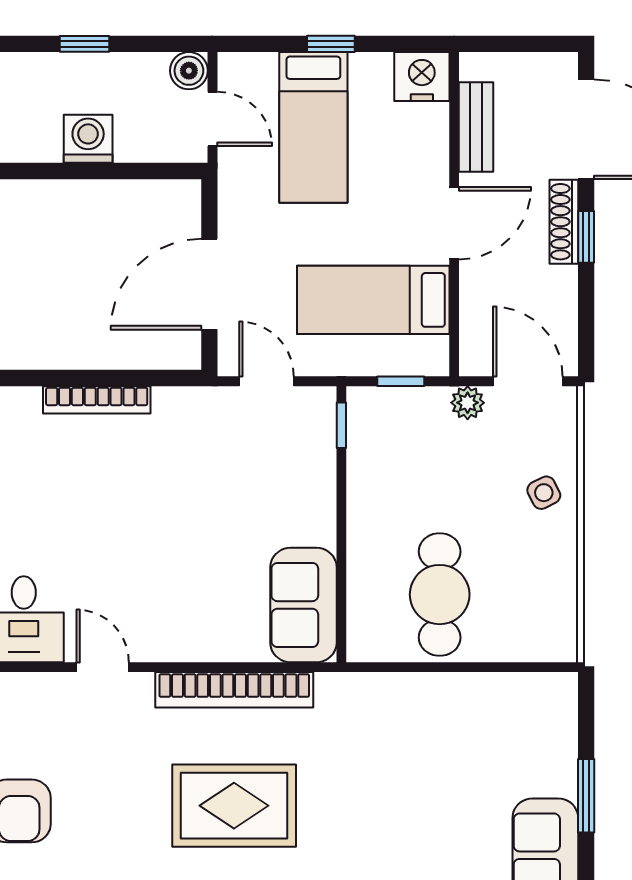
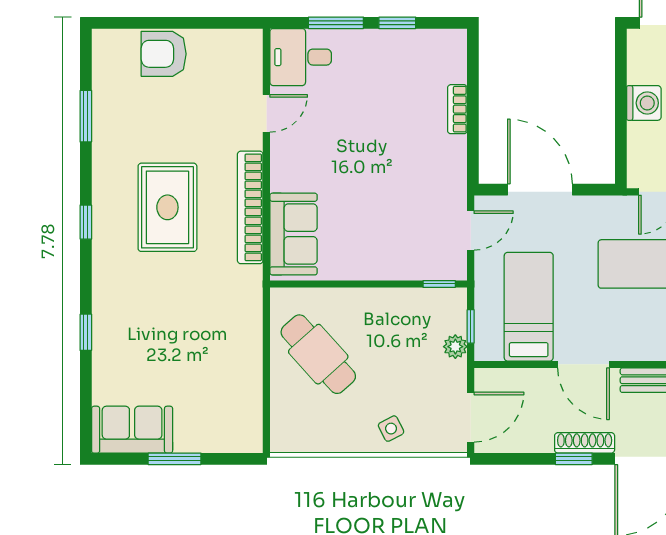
bookcase: (97, 400) -> (457, 109), width x0.64
plant: (468, 403) -> (455, 347), moved
cafe table: (440, 595) -> (318, 354), turned 48
sofa: (303, 605) -> (294, 234), moved, turned 90

